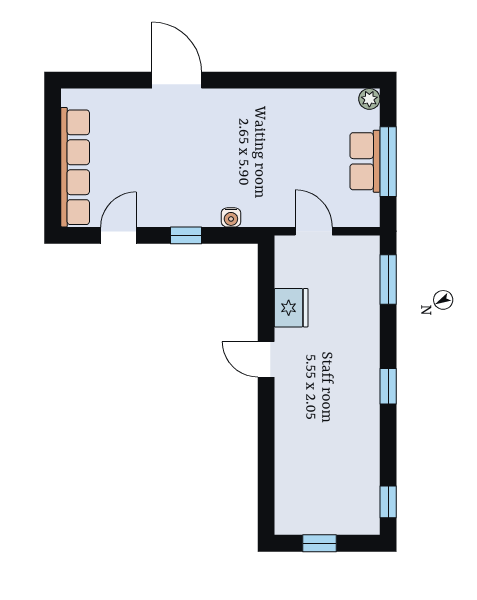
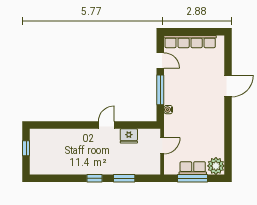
plant: (369, 99) -> (216, 166), width x1.87, depth x1.87
window: (186, 235) -> (160, 90), width x2.17
window: (388, 280) -> (124, 178), moved
window: (388, 502) -> (44, 178), removed

